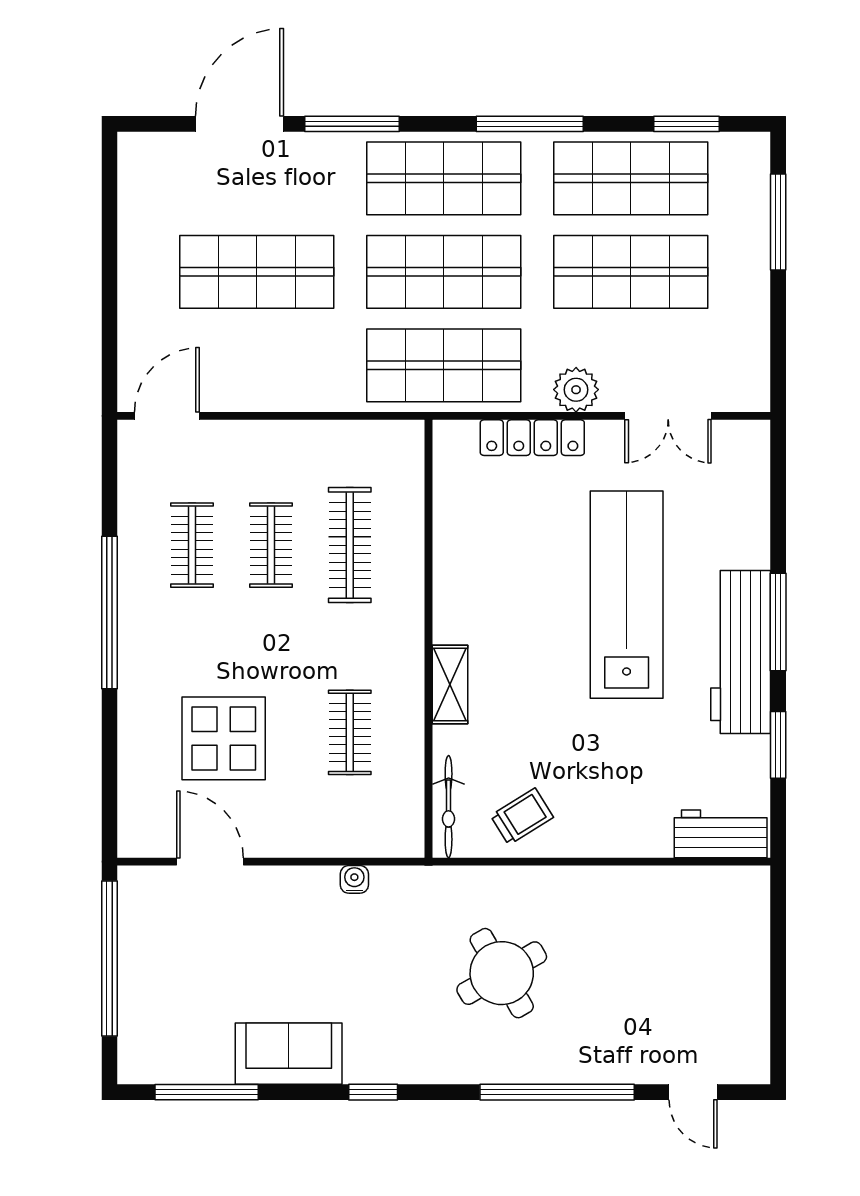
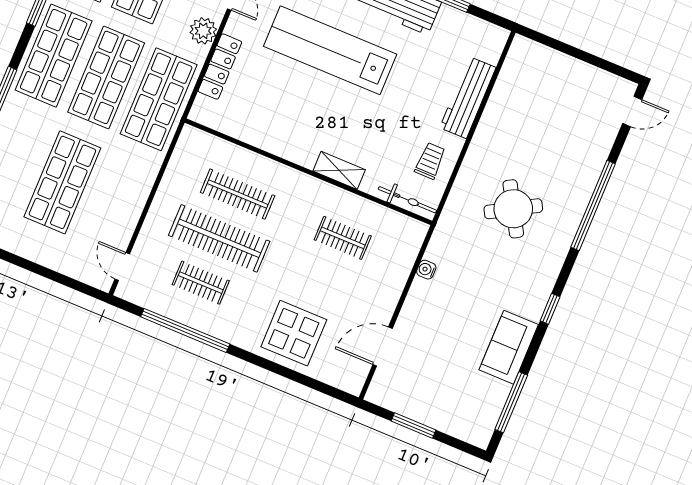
door: (167, 416) -> (122, 267), width x0.73
clothes rail: (271, 545) -> (219, 238), width x1.86, depth x1.31
window: (110, 613) -> (185, 330), moved
display table: (224, 738) -> (294, 333), moved
trolley: (522, 816) -> (430, 161), turned 32
workbench: (721, 834) -> (468, 98), moved, width x1.38
window: (110, 958) -> (413, 426), width x0.47
door: (693, 1092) -> (632, 111), moved

